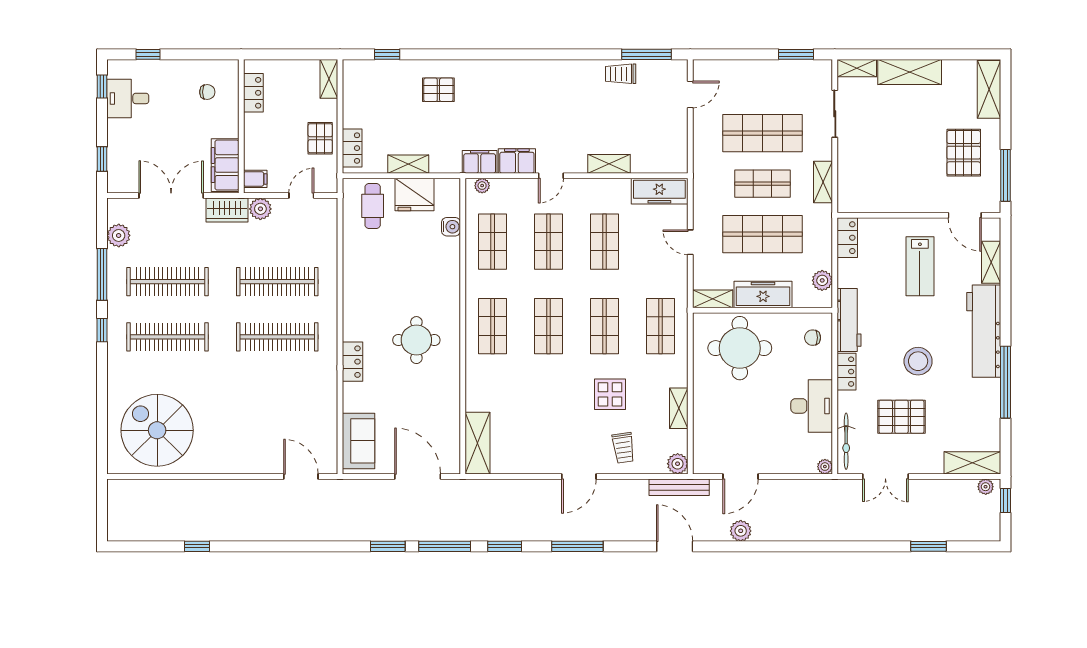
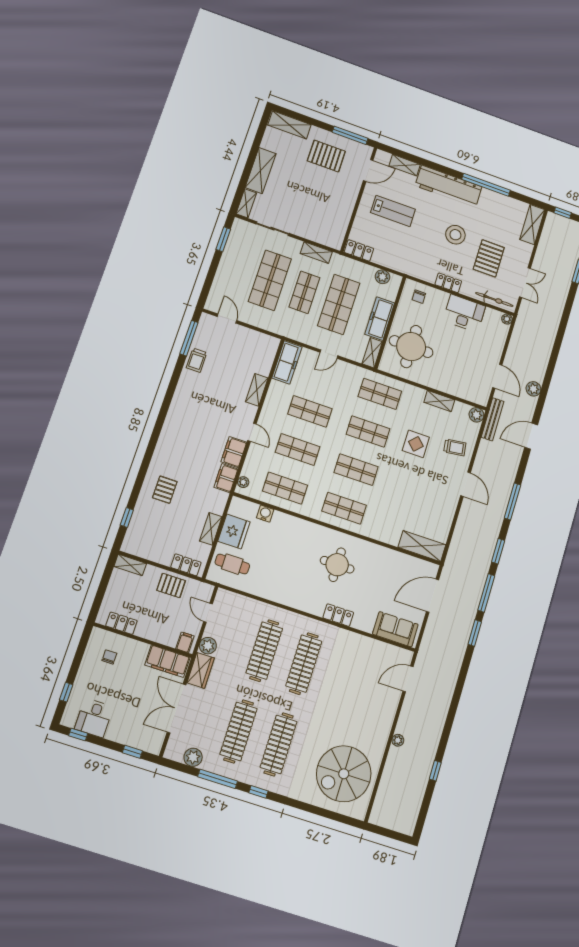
workbench: (849, 320) -> (414, 269), removed
plant: (986, 487) -> (398, 740), moved

